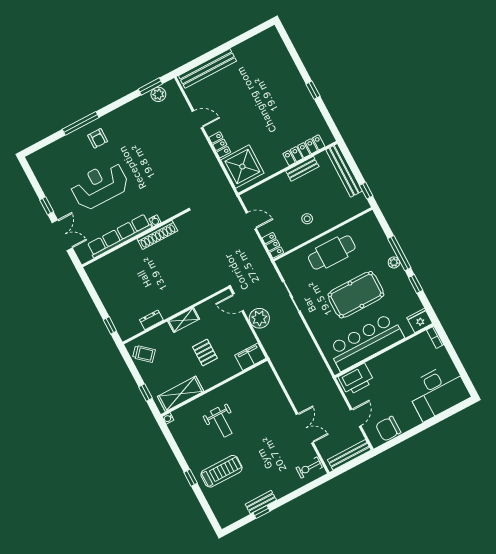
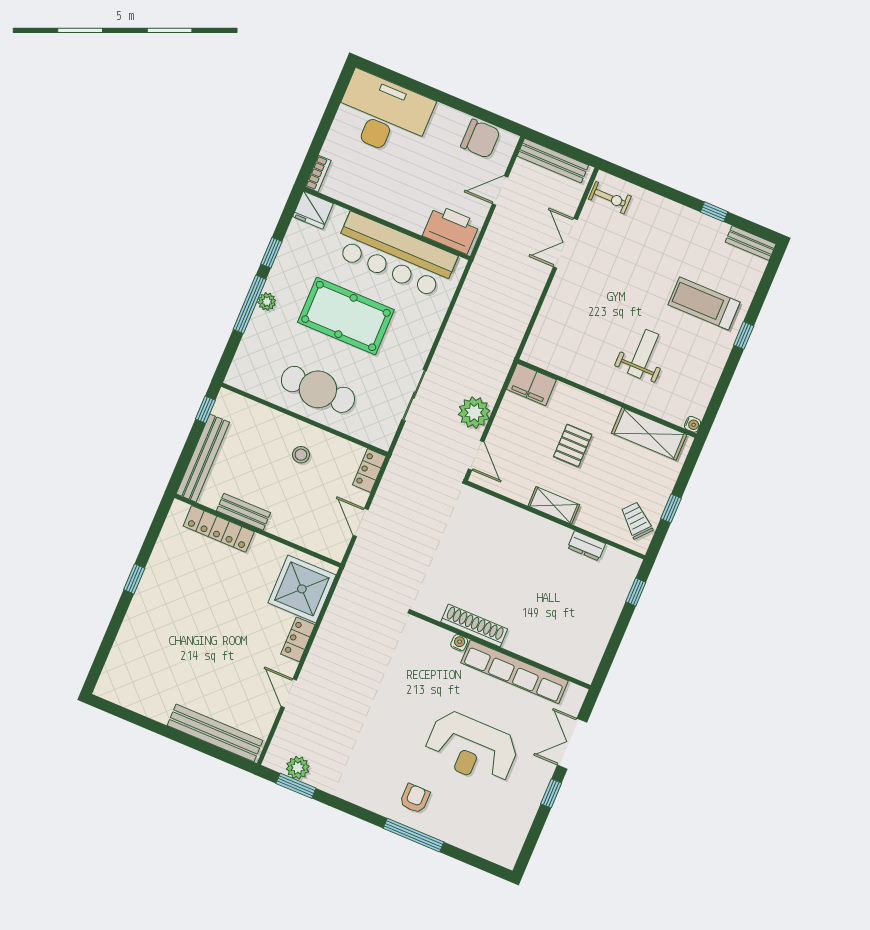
window: (146, 393) -> (671, 508), moved
bench: (261, 502) -> (751, 243), moved

